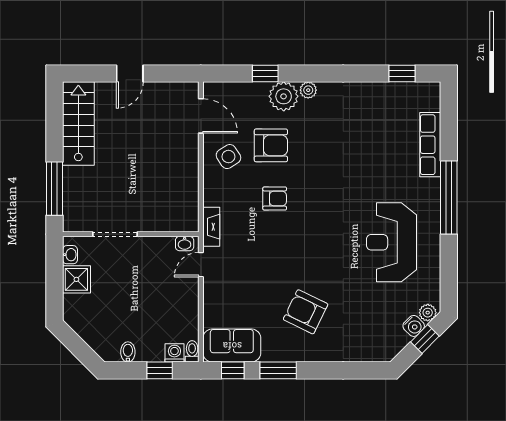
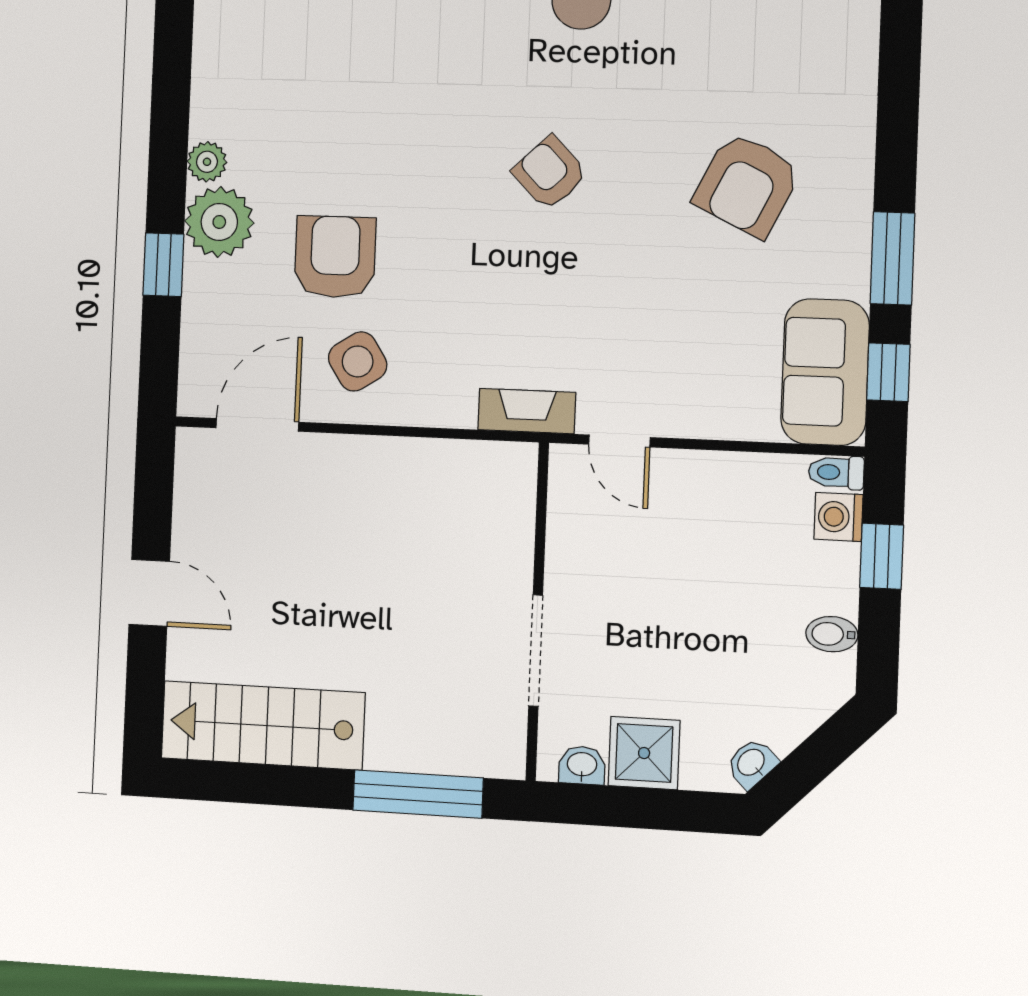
armchair: (275, 198) -> (550, 173), moved, turned -44
washbasin: (185, 244) -> (752, 763), moved, turned -135

